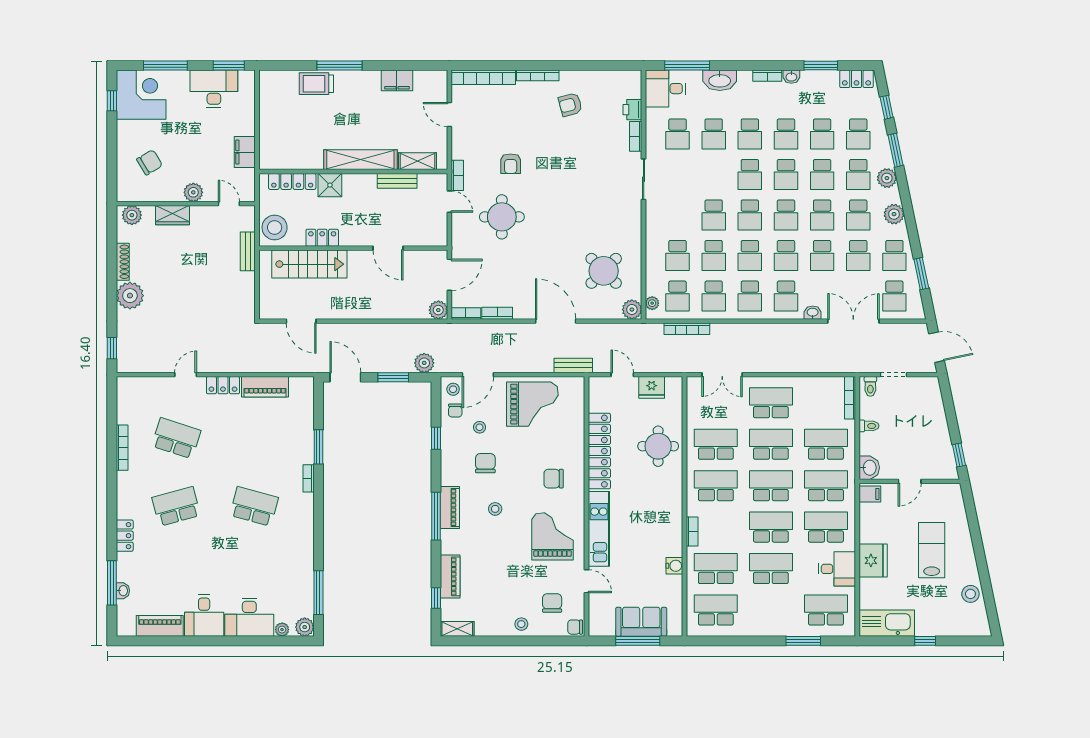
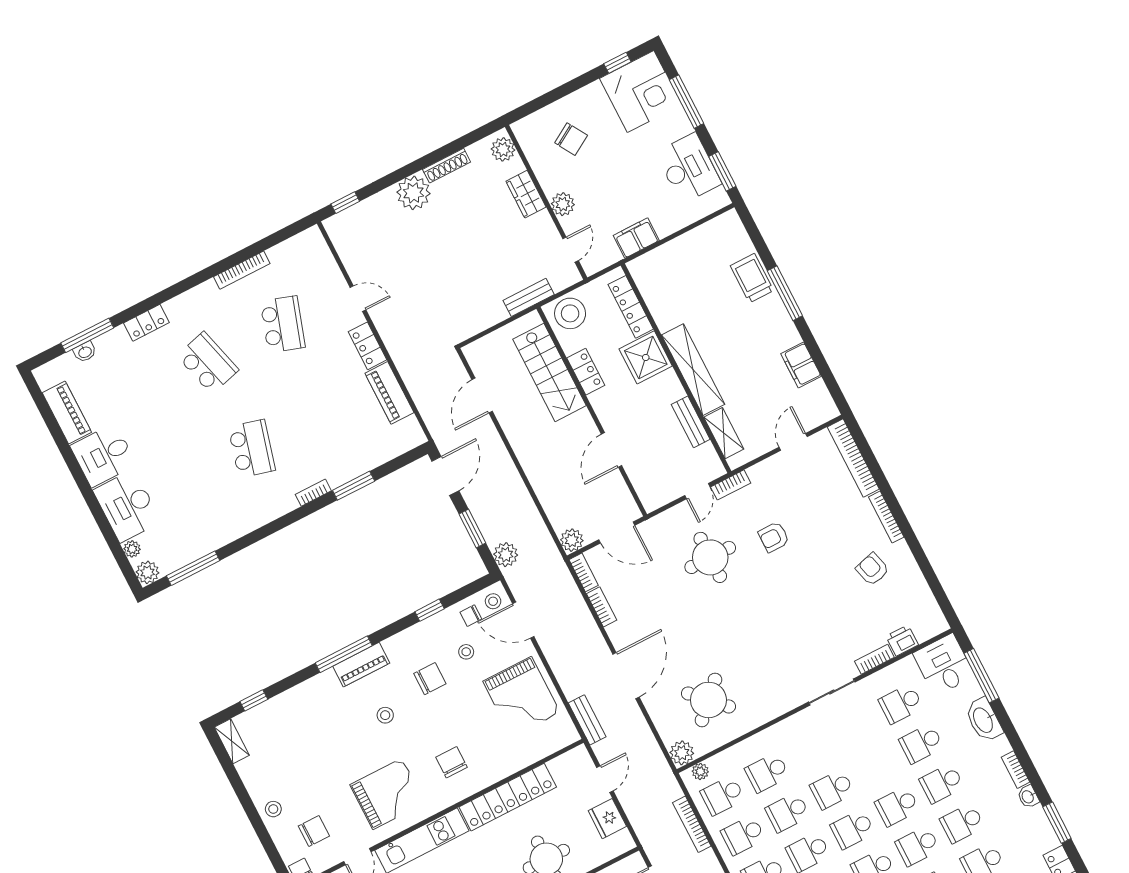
shower: (330, 185) -> (646, 357), width x1.36, depth x1.36
piano: (450, 576) -> (285, 704), removed

